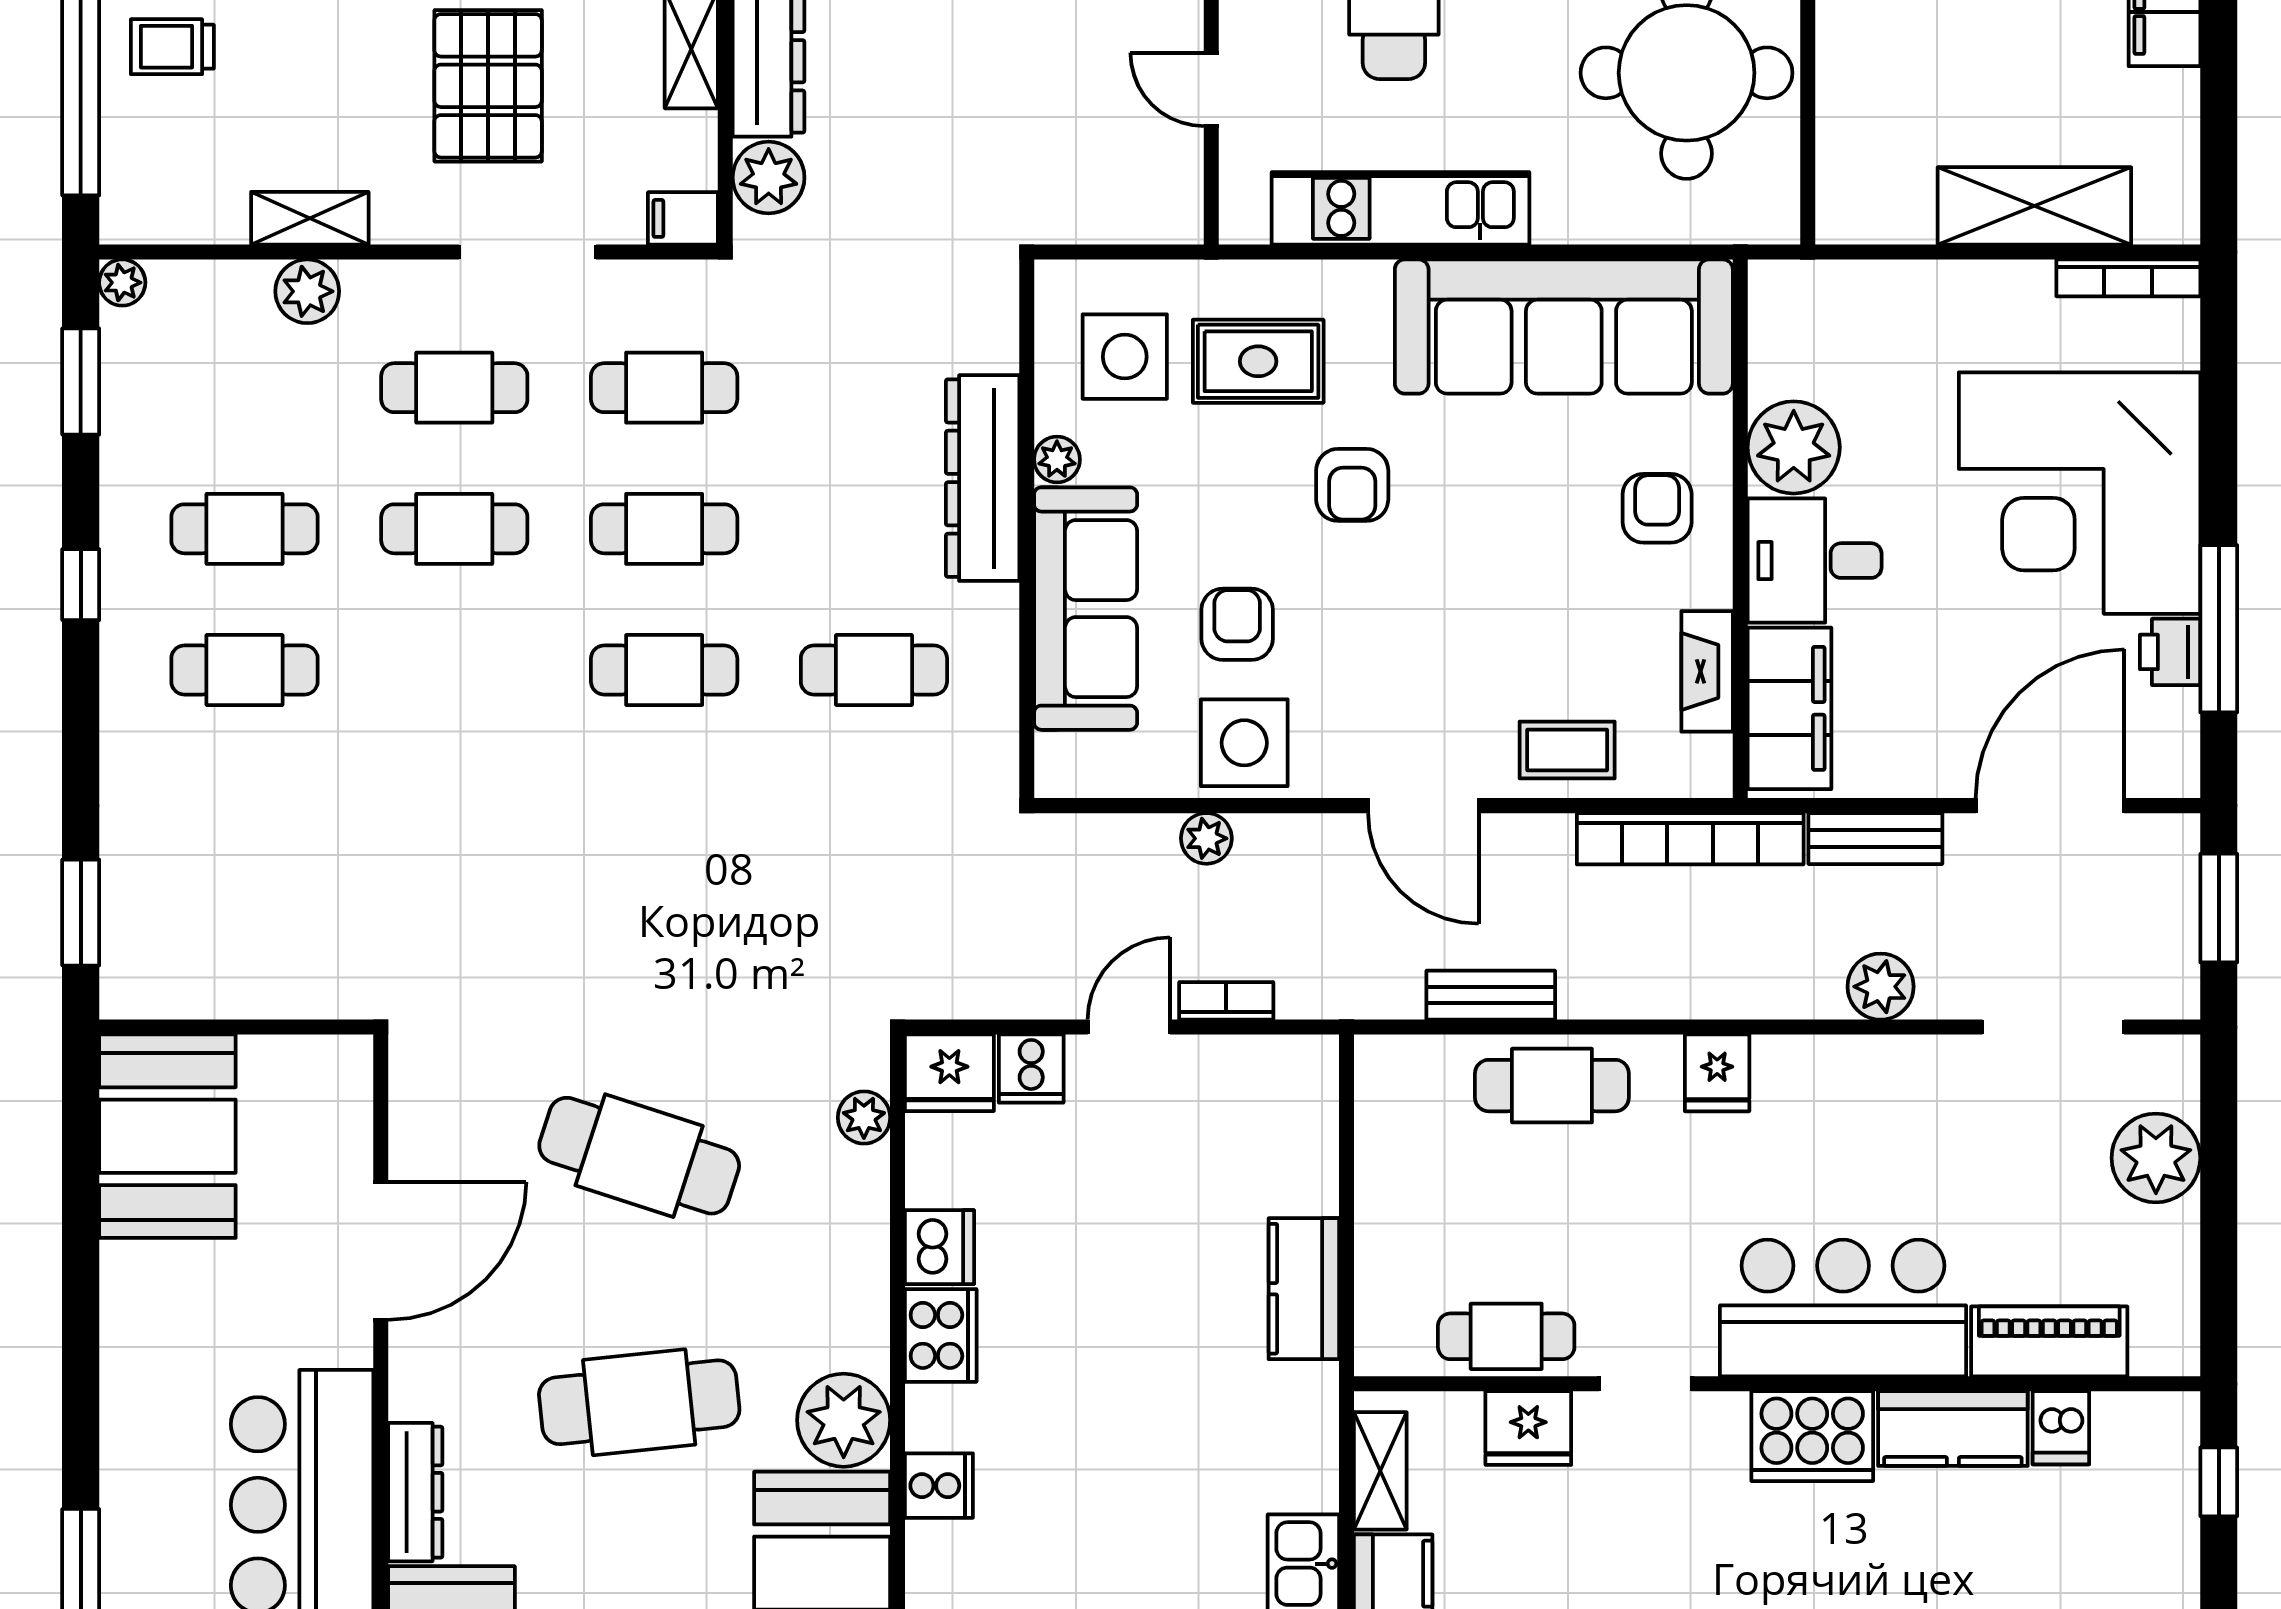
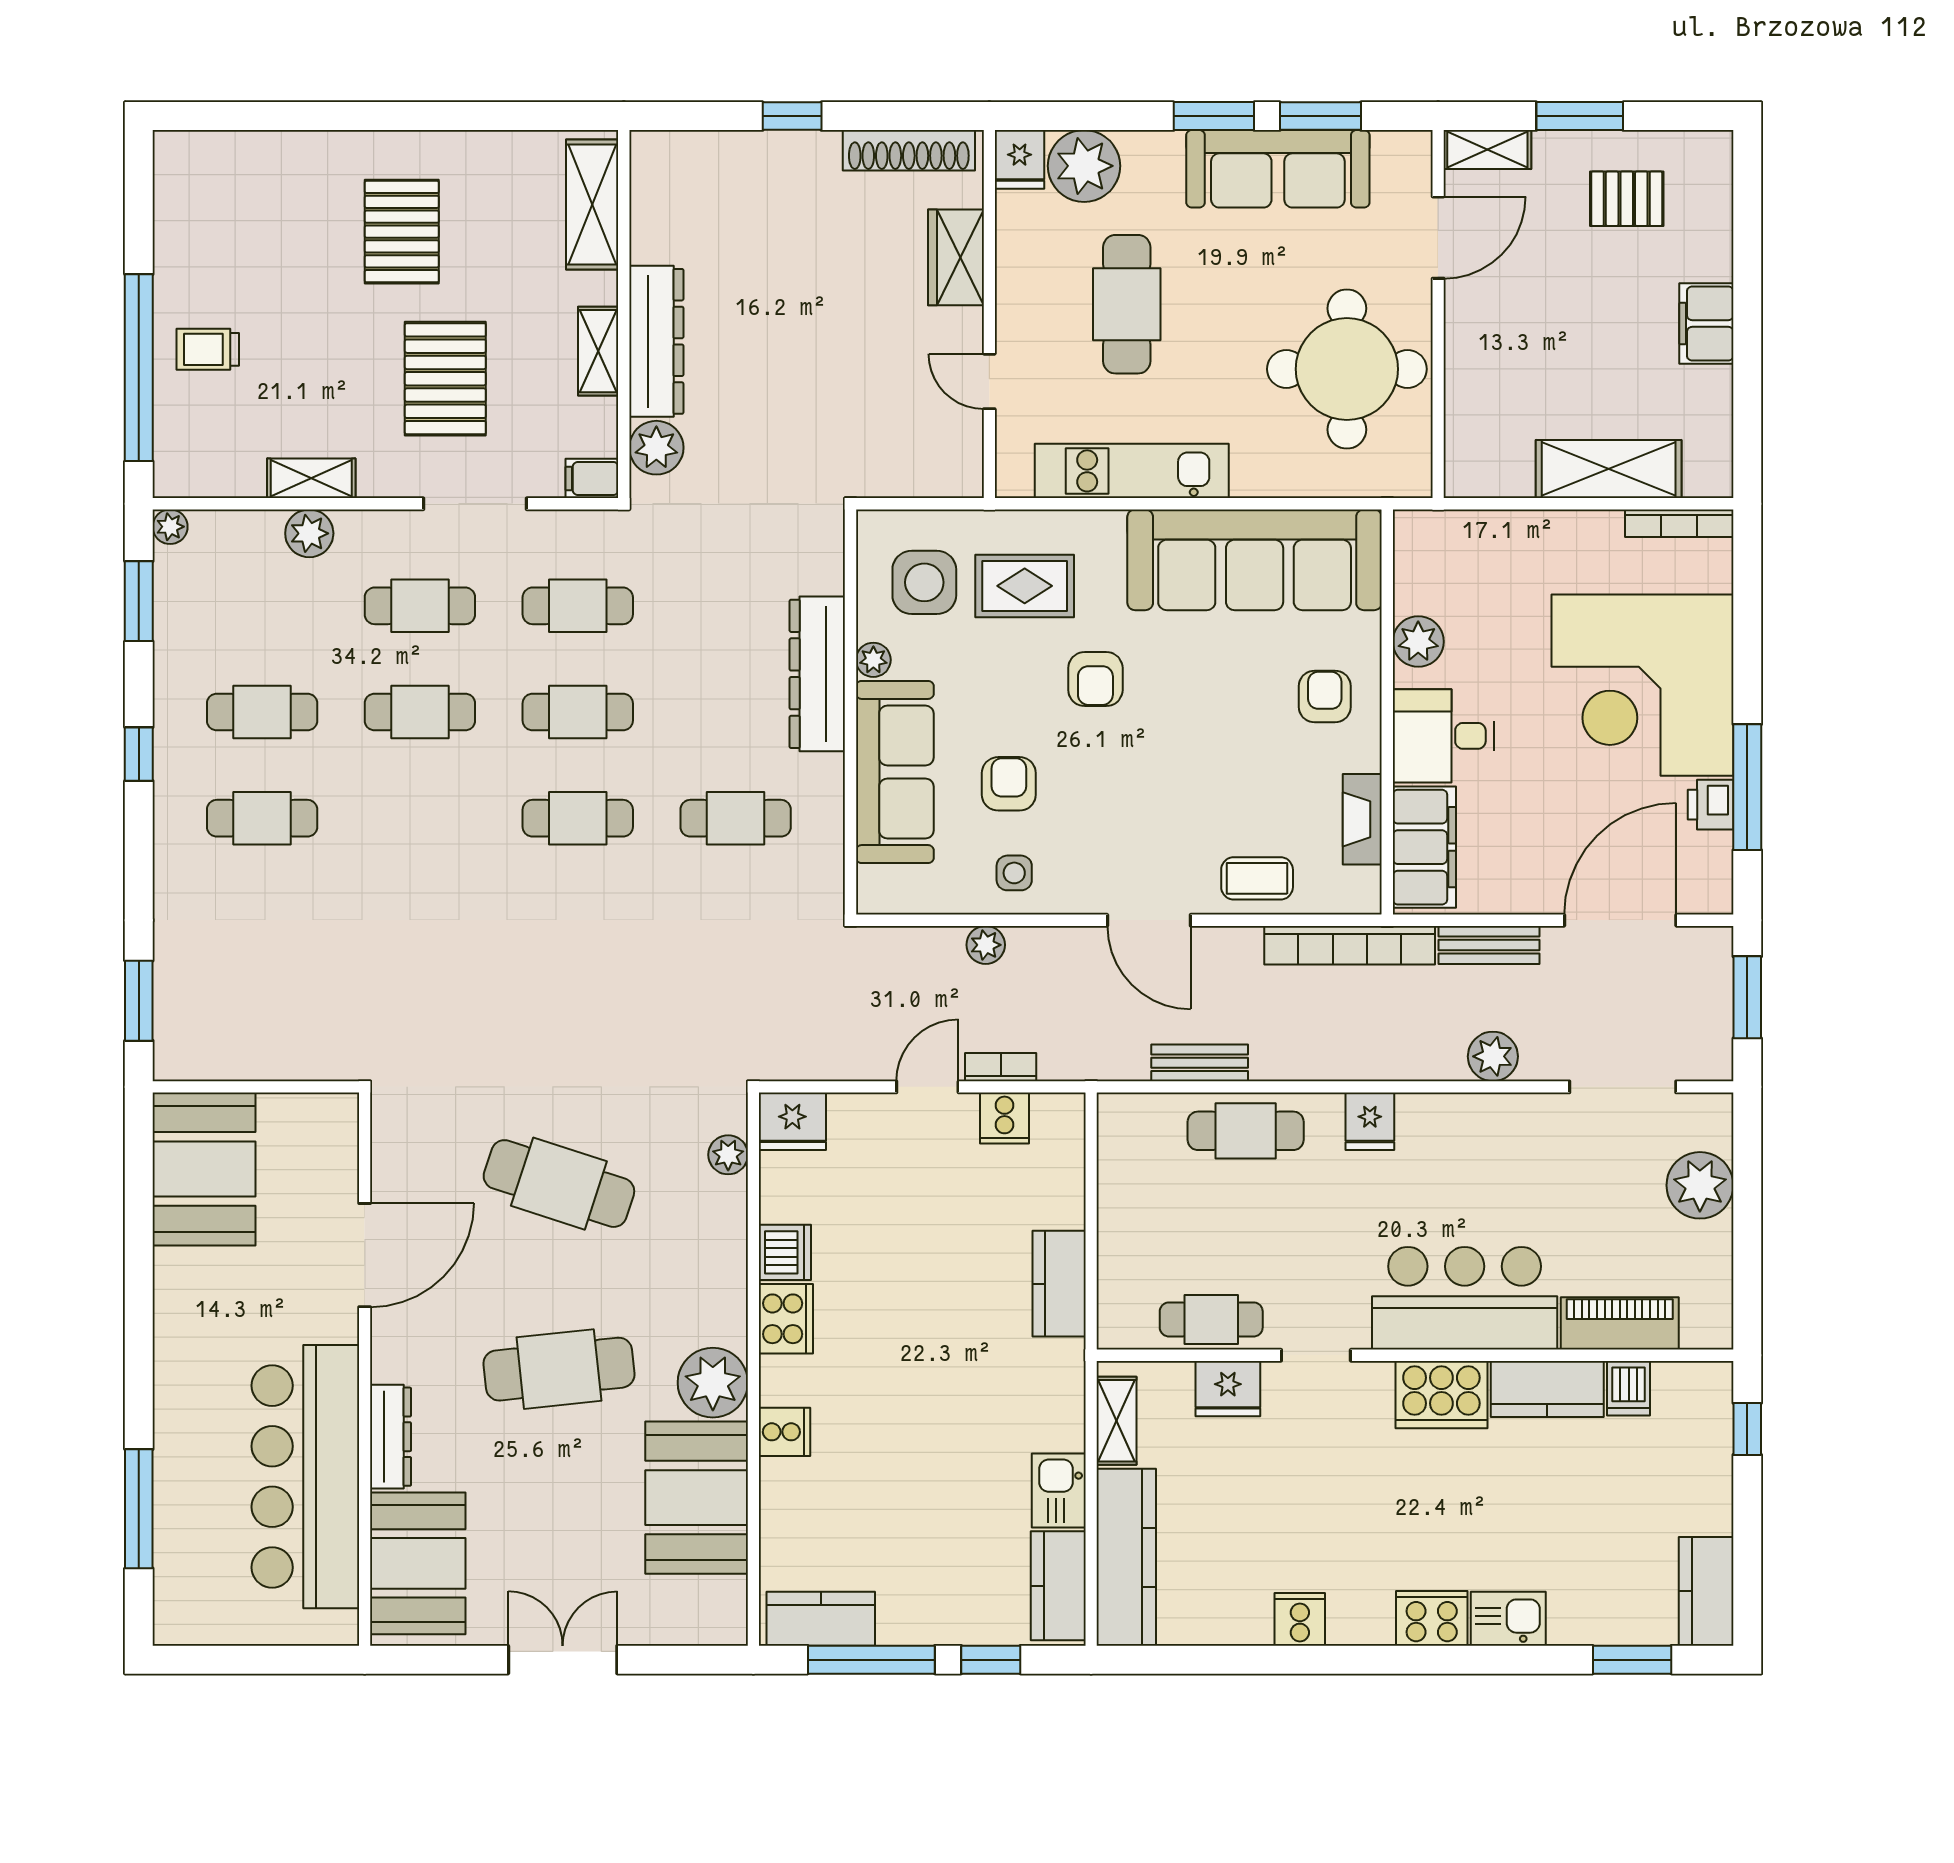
plant: (1794, 447) -> (1418, 642), width x0.73, depth x0.73
side table: (1244, 743) -> (1014, 873), width x0.54, depth x0.54
cooker: (1031, 1069) -> (1005, 1118), moved

